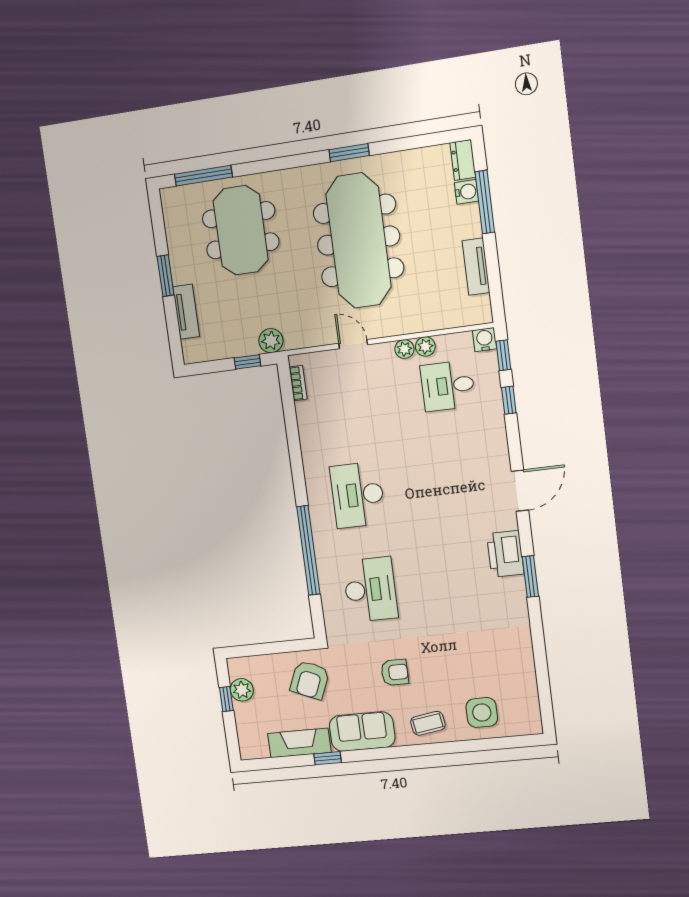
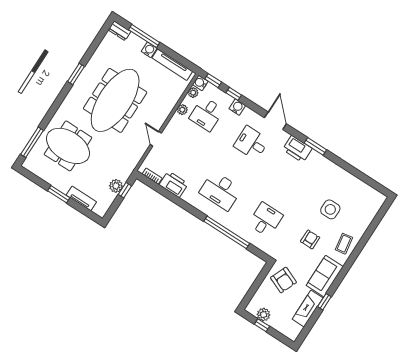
water cooler: (466, 192) -> (149, 50), moved
meeting table: (359, 241) -> (115, 100), turned 90
tv unit: (476, 267) -> (172, 65), width x1.41
plant: (271, 341) -> (116, 186), moved
door: (353, 344) -> (156, 139), hinge flipped
plant: (404, 349) -> (193, 93), moved
water cooler: (494, 421) -> (237, 107), added
printer: (312, 422) -> (174, 184), added
desk: (460, 483) -> (251, 143), added
desk: (370, 590) -> (266, 220), width x0.73
side table: (482, 712) -> (330, 209), moved

